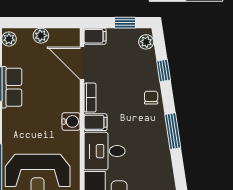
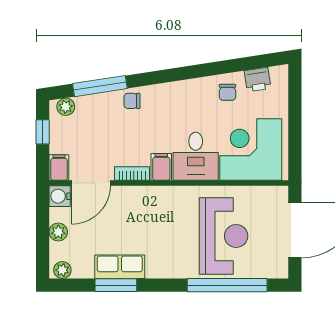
window: (164, 71) -> (100, 86), width x2.17
water cooler: (71, 121) -> (60, 196), moved, turned -90
window: (173, 131) -> (172, 75), removed
chair: (158, 178) -> (228, 92), added

